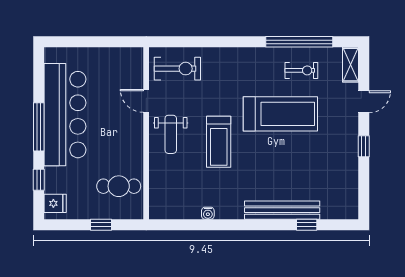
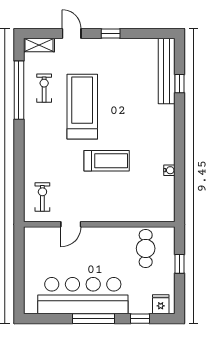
exercise bike: (177, 69) -> (42, 197), width x0.73, depth x0.72
weight bench: (171, 134) -> (100, 203), removed
bench: (282, 210) -> (167, 71), moved

